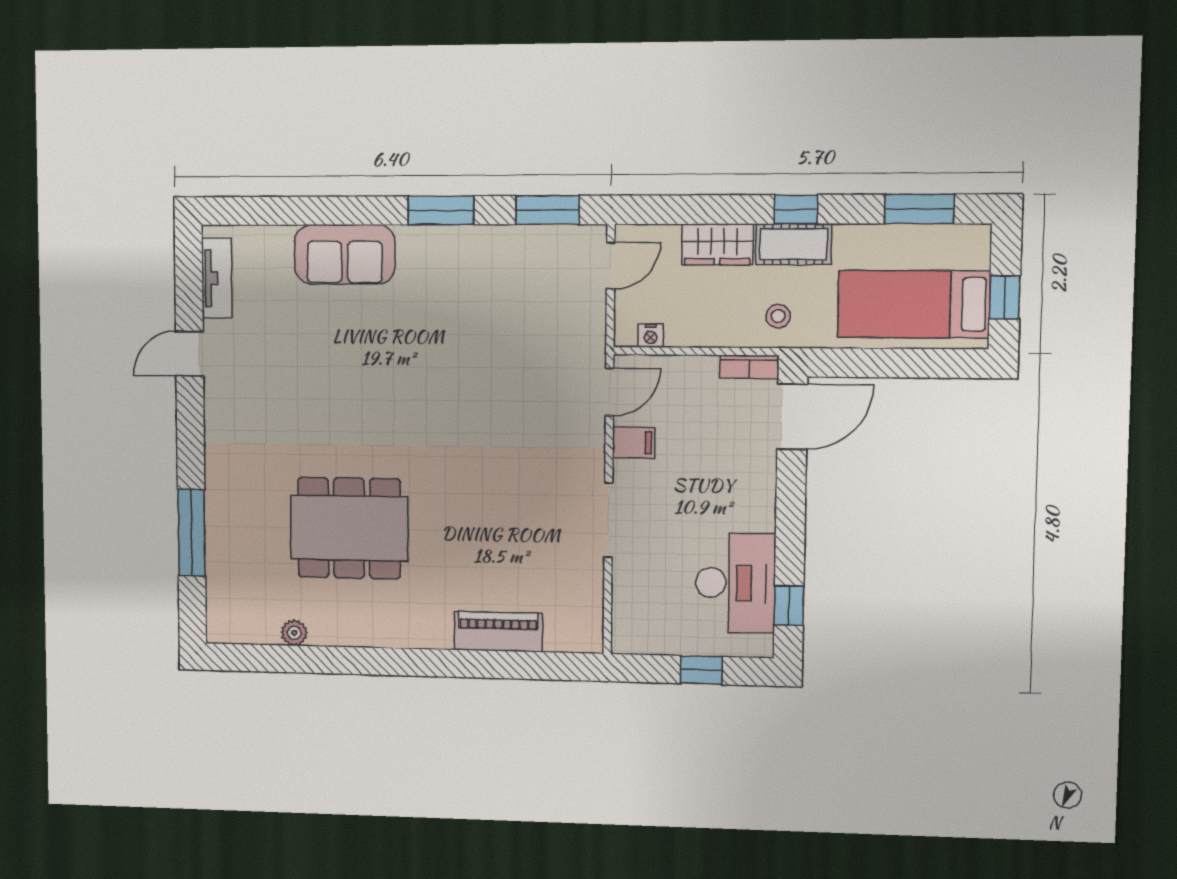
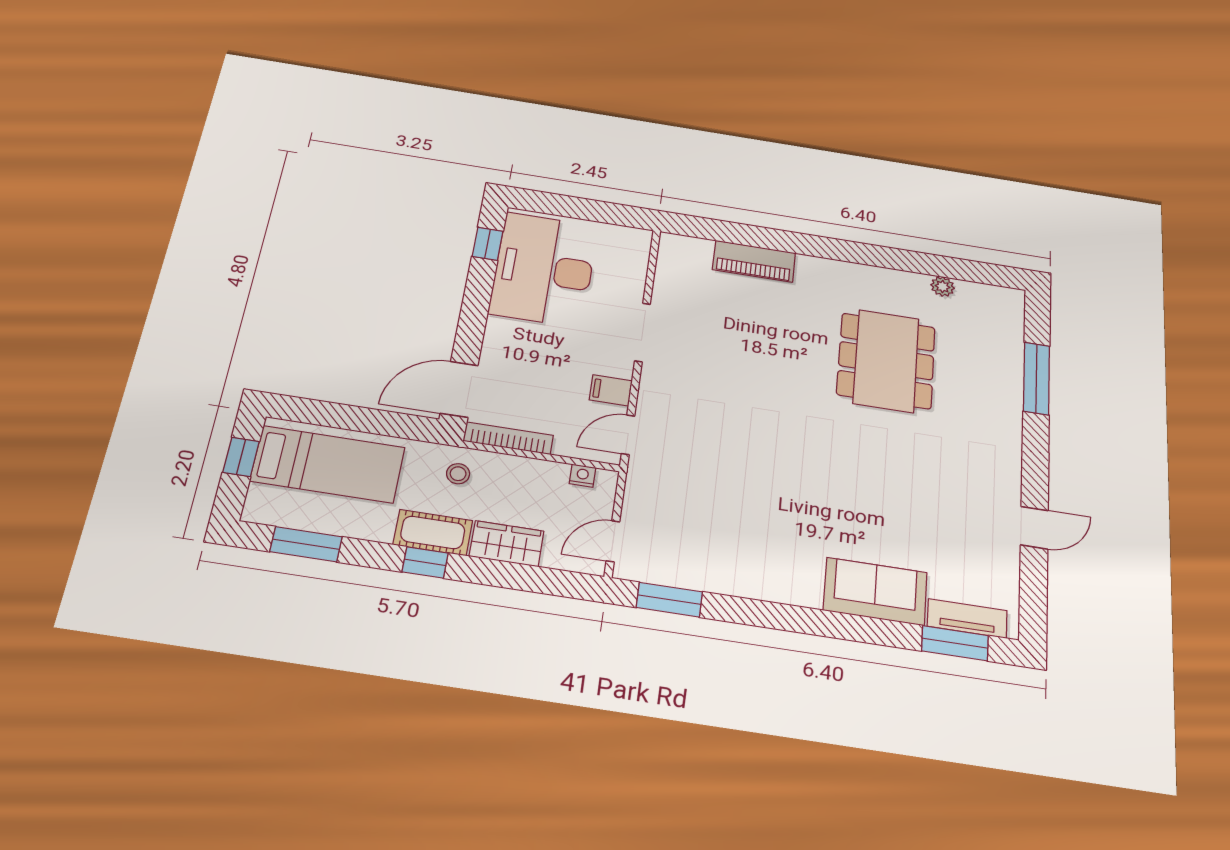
window: (441, 210) -> (955, 643), moved
tv unit: (217, 278) -> (967, 618), moved, turned 90
bookcase: (749, 367) -> (508, 438), width x1.56
dining table: (349, 528) -> (886, 361), turned 90
desk: (735, 583) -> (544, 269), width x1.36, depth x1.30
window: (701, 670) -> (574, 207), removed

